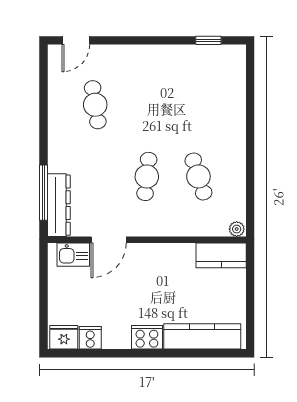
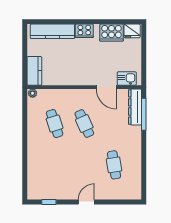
door: (76, 40) -> (86, 202), moved
cafe table: (147, 176) -> (84, 124), turned -30
door: (109, 240) -> (106, 87), swing flipped
kitchen counter: (221, 255) -> (34, 71), moved, turned 90
cooker: (90, 338) -> (112, 33), width x1.87, depth x1.31

